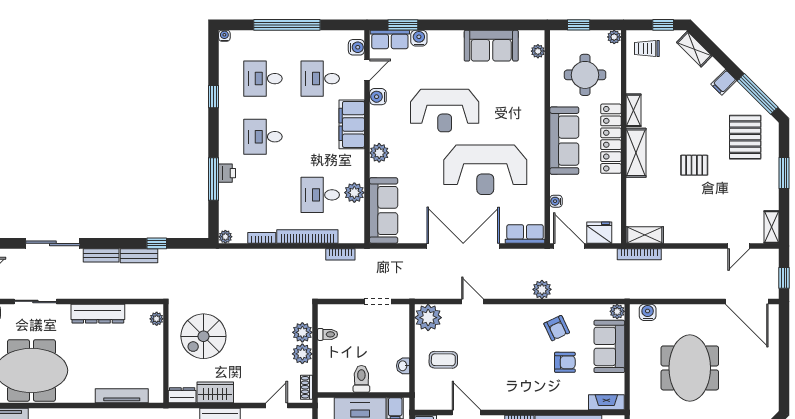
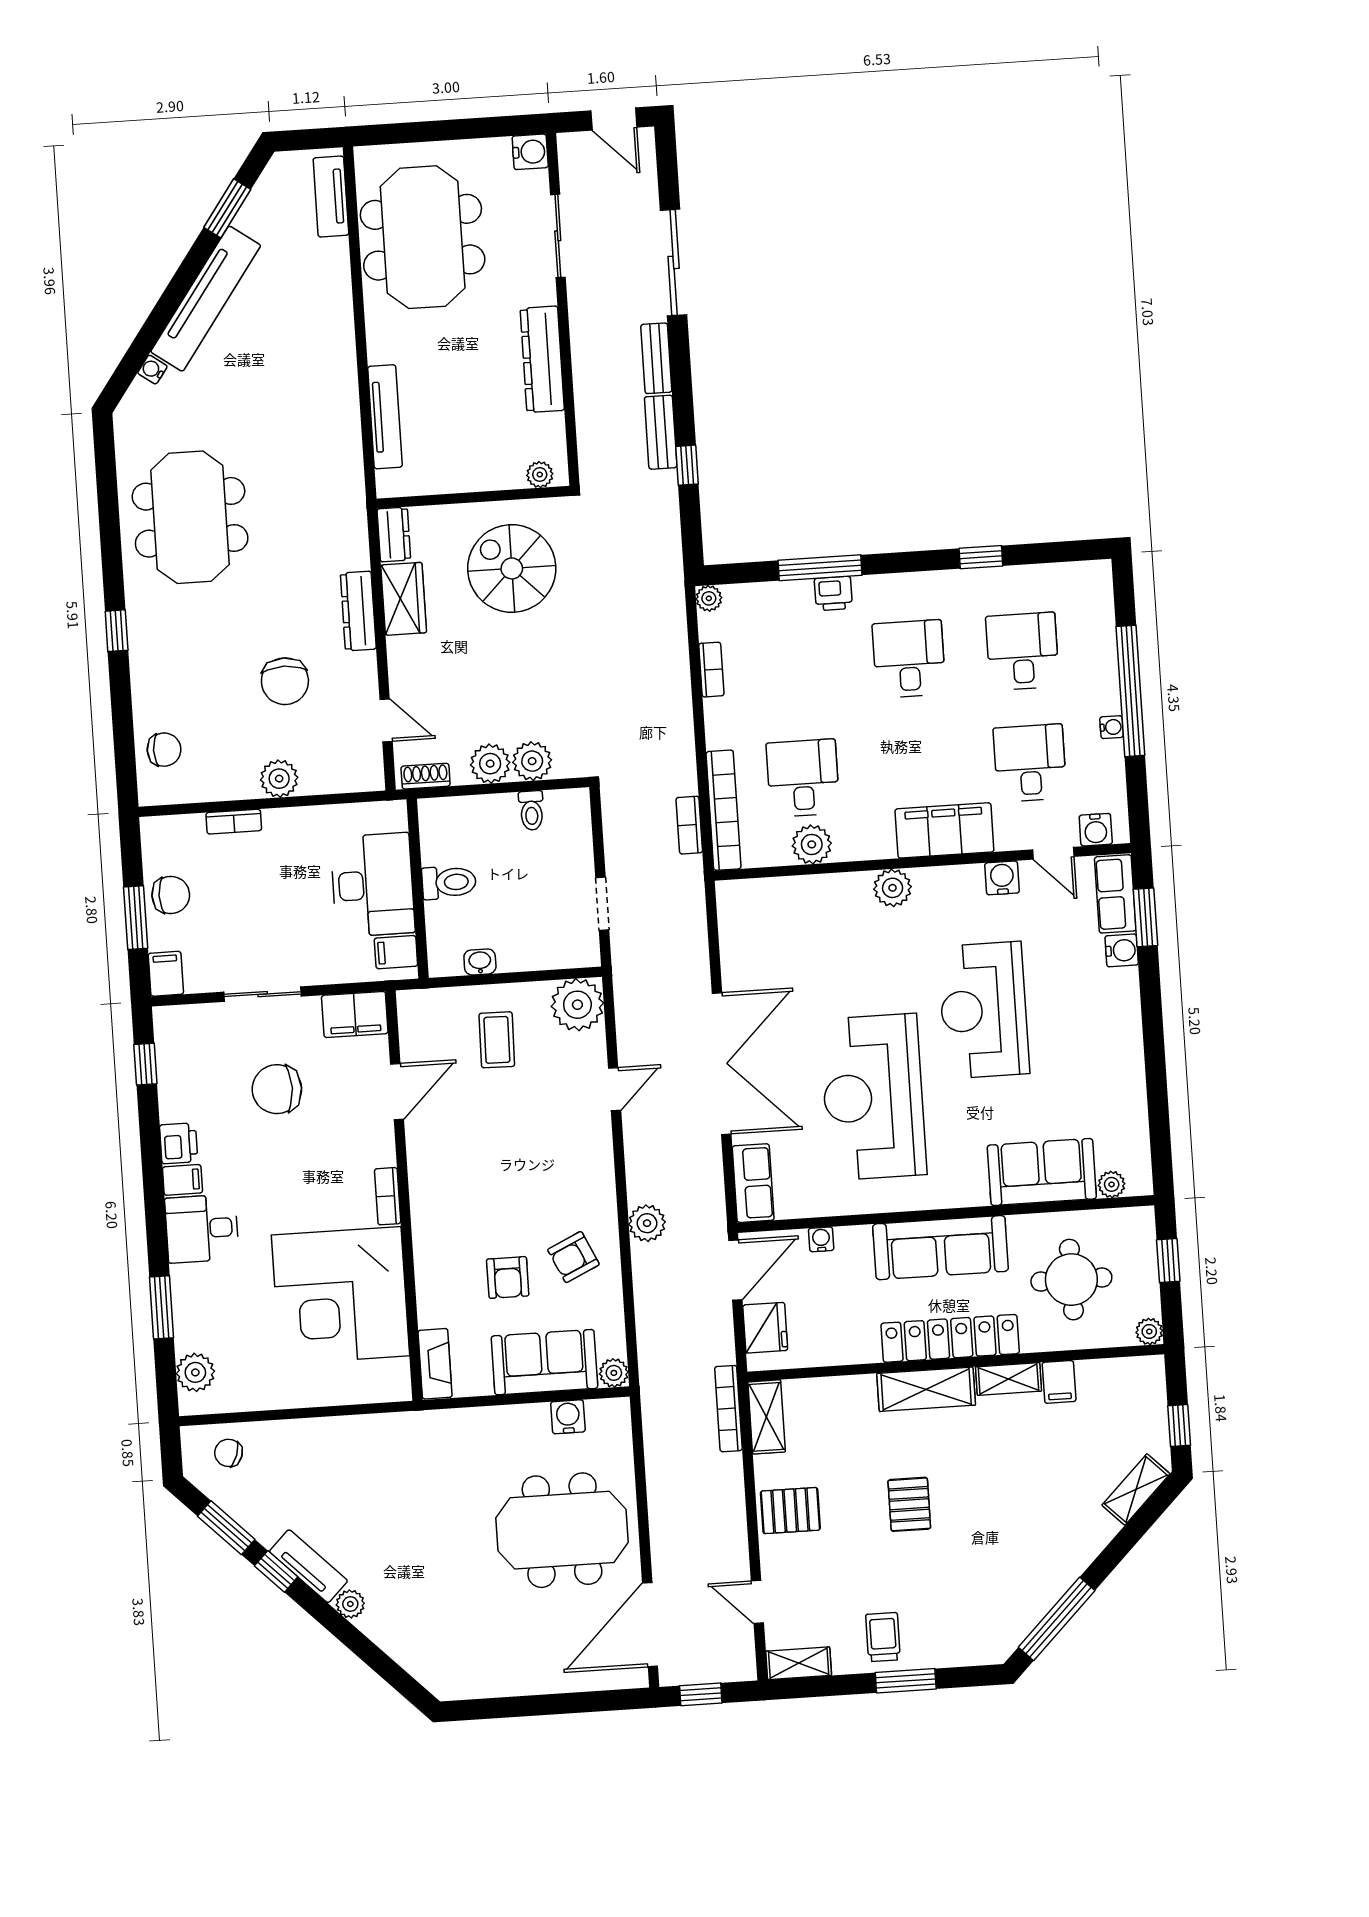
water cooler: (224, 36) -> (1112, 727), moved
sofa: (491, 46) -> (1042, 1172), moved, turned 90
trolley: (647, 49) -> (883, 1637), moved
filing cabinet: (724, 82) -> (1059, 1382), moved, turned -135
pallet: (745, 137) -> (790, 1511), moved, width x0.67, depth x0.71
sofa: (384, 210) -> (781, 904), removed
bookcase: (307, 236) -> (723, 810), moved
water cooler: (648, 312) -> (568, 1417), moved, turned -90
meeting table: (690, 368) -> (562, 1530), moved

